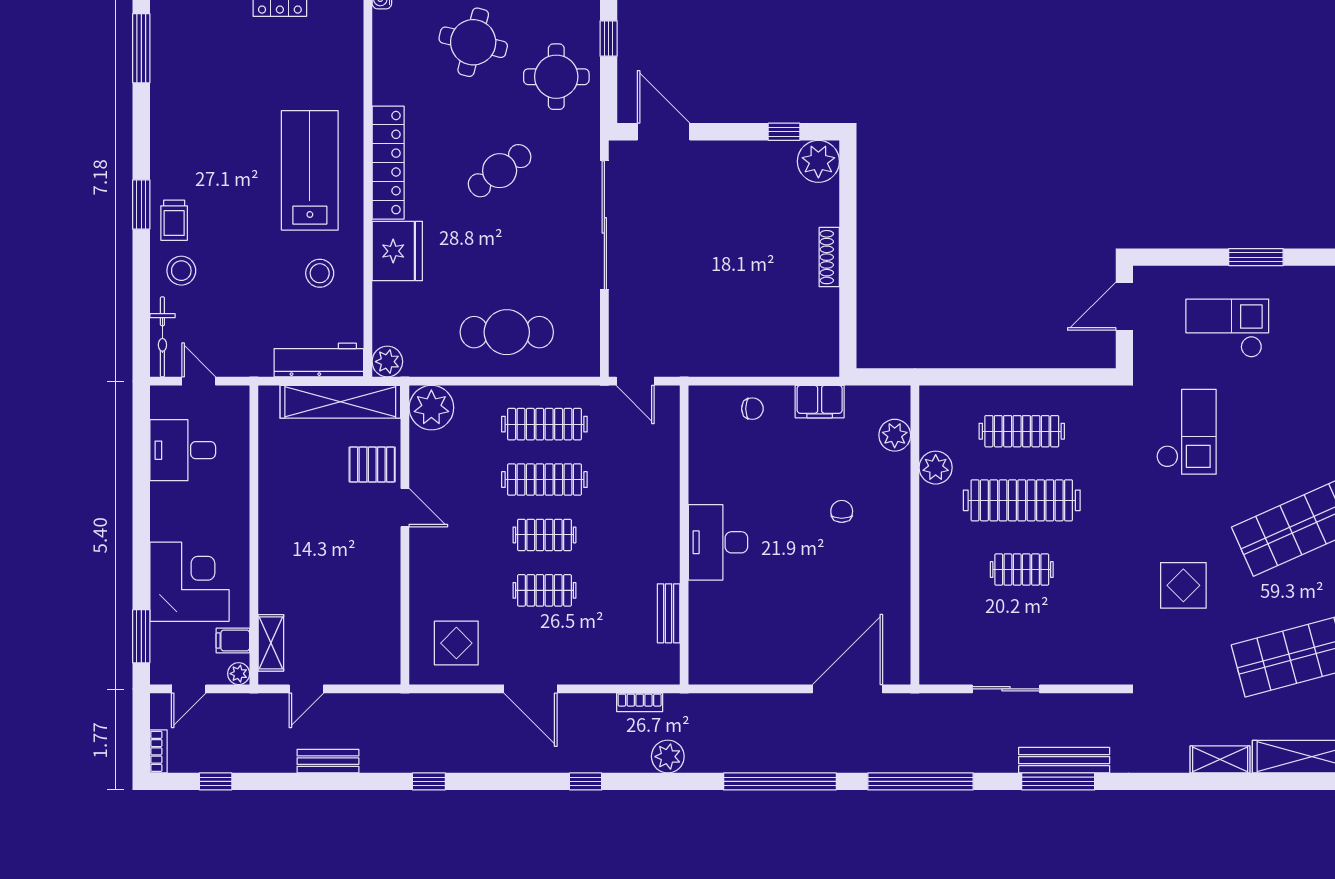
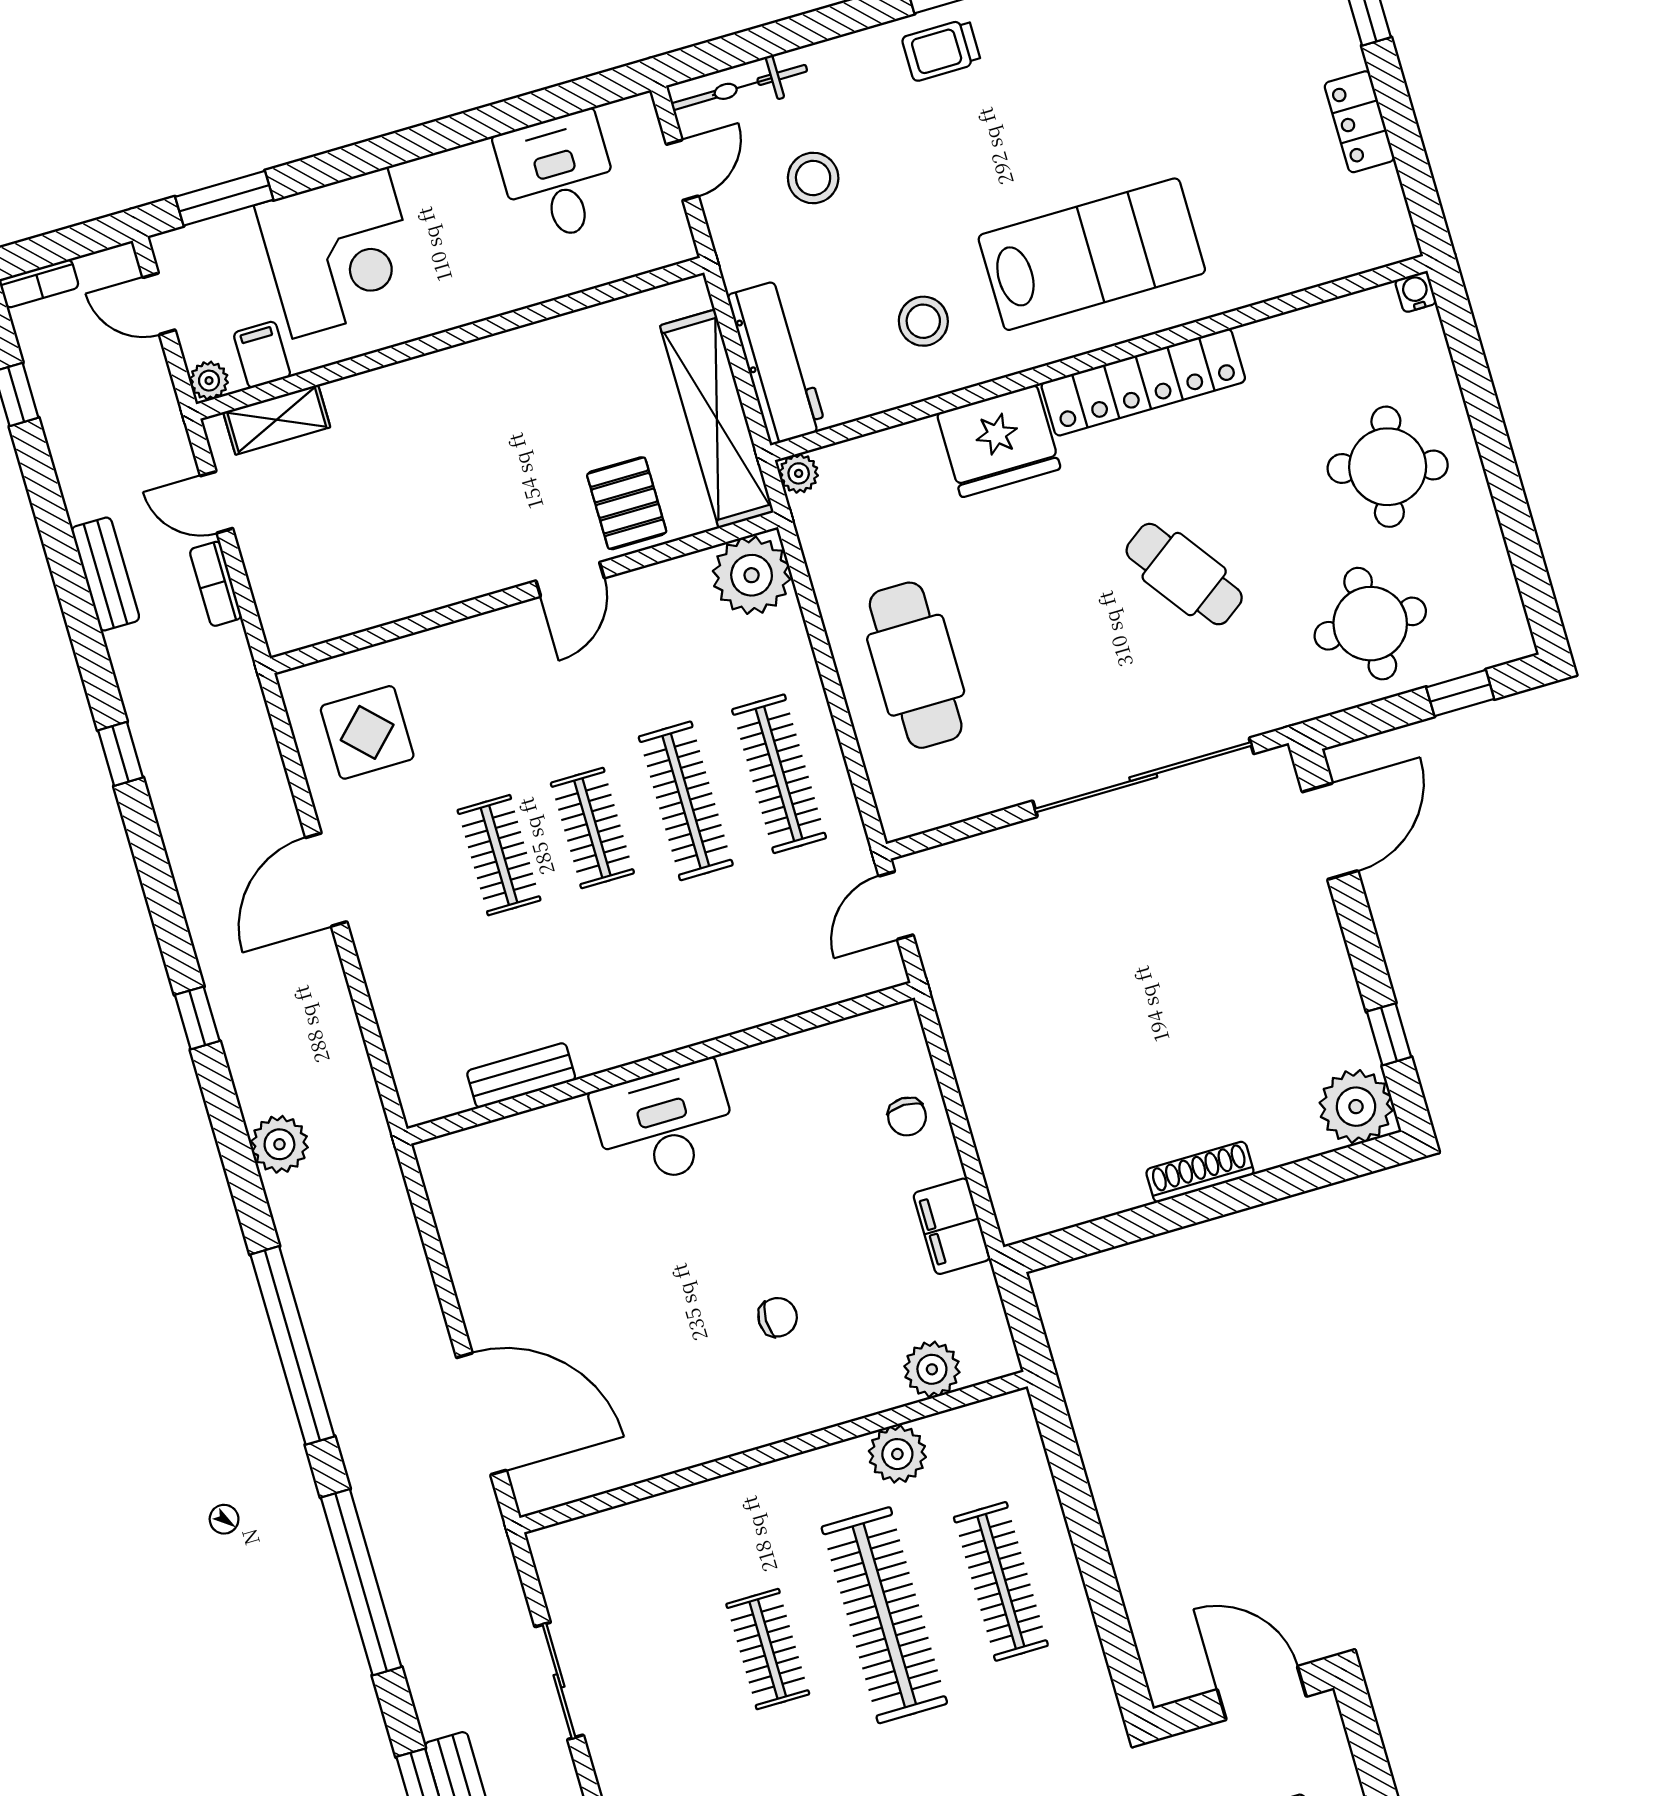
stool: (181, 271) -> (813, 178), moved
plant: (387, 362) -> (799, 473), width x0.73, depth x0.73
bookcase: (640, 702) -> (216, 584), moved

